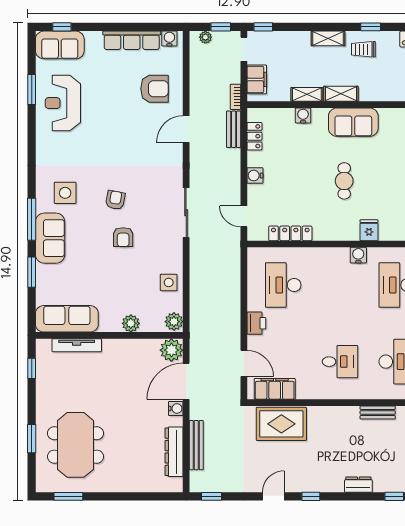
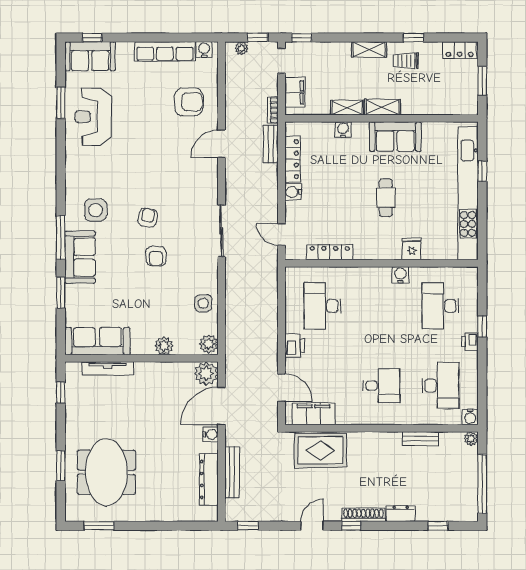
locker: (254, 136) -> (292, 159), width x1.53
shoe rack: (323, 486) -> (363, 515), added

